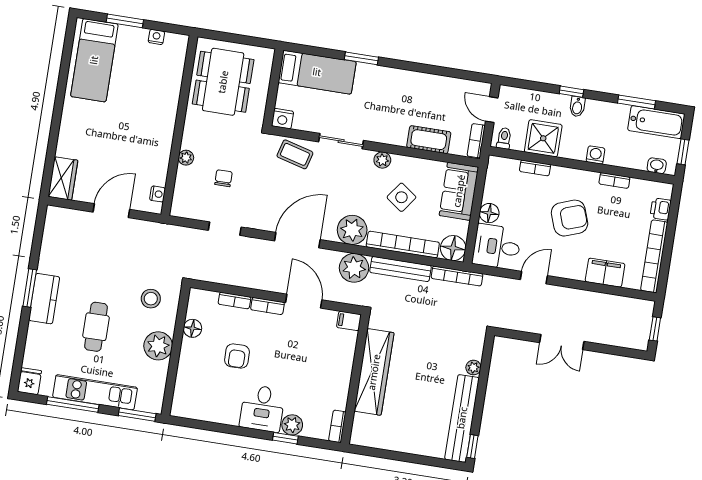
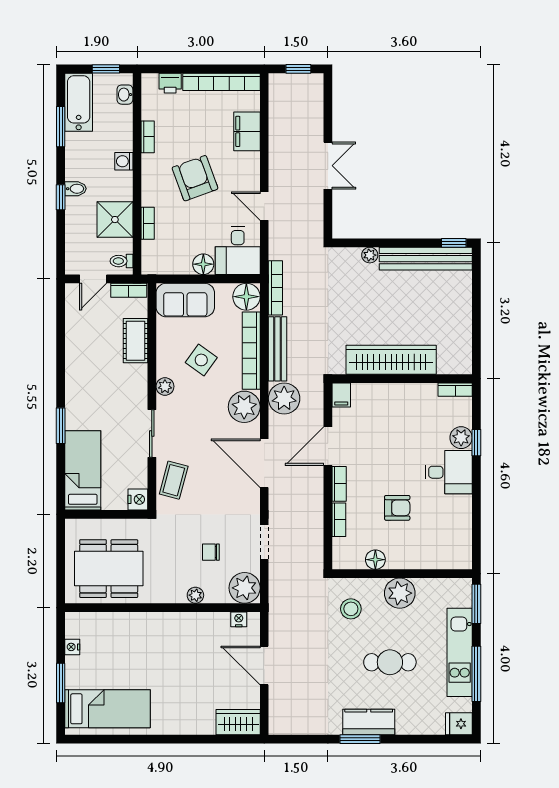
plant: (186, 204) -> (245, 588), added

